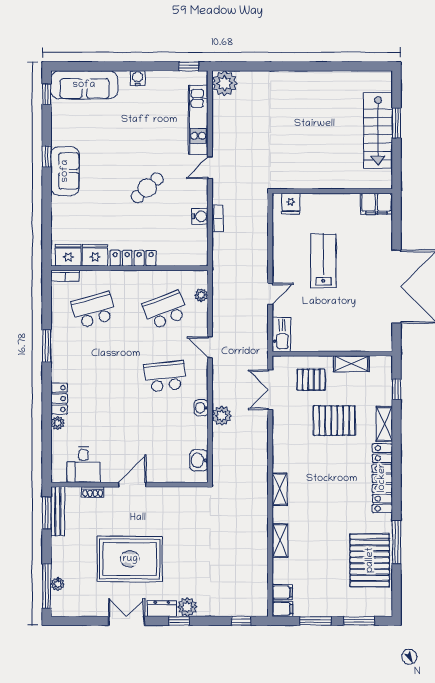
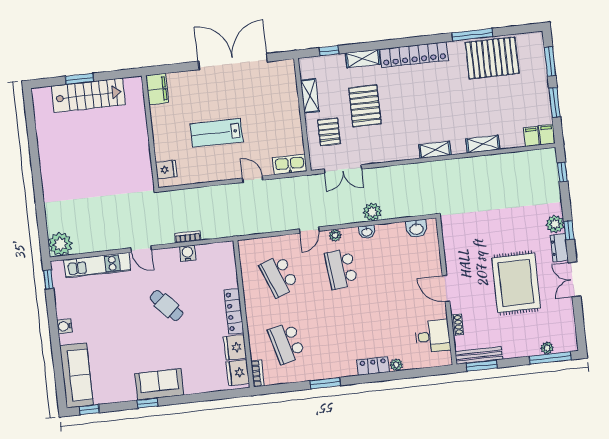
plant: (201, 295) -> (335, 235), moved

